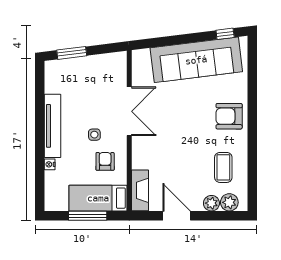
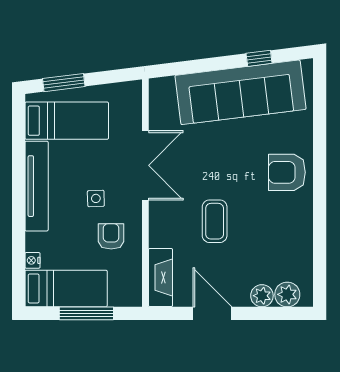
window: (225, 34) -> (259, 58), moved
bed: (74, 80) -> (67, 121), added
nightstand: (50, 164) -> (32, 260), moved
coffee table: (223, 167) -> (215, 221), moved
bed: (98, 198) -> (66, 288), moved, turned 180

